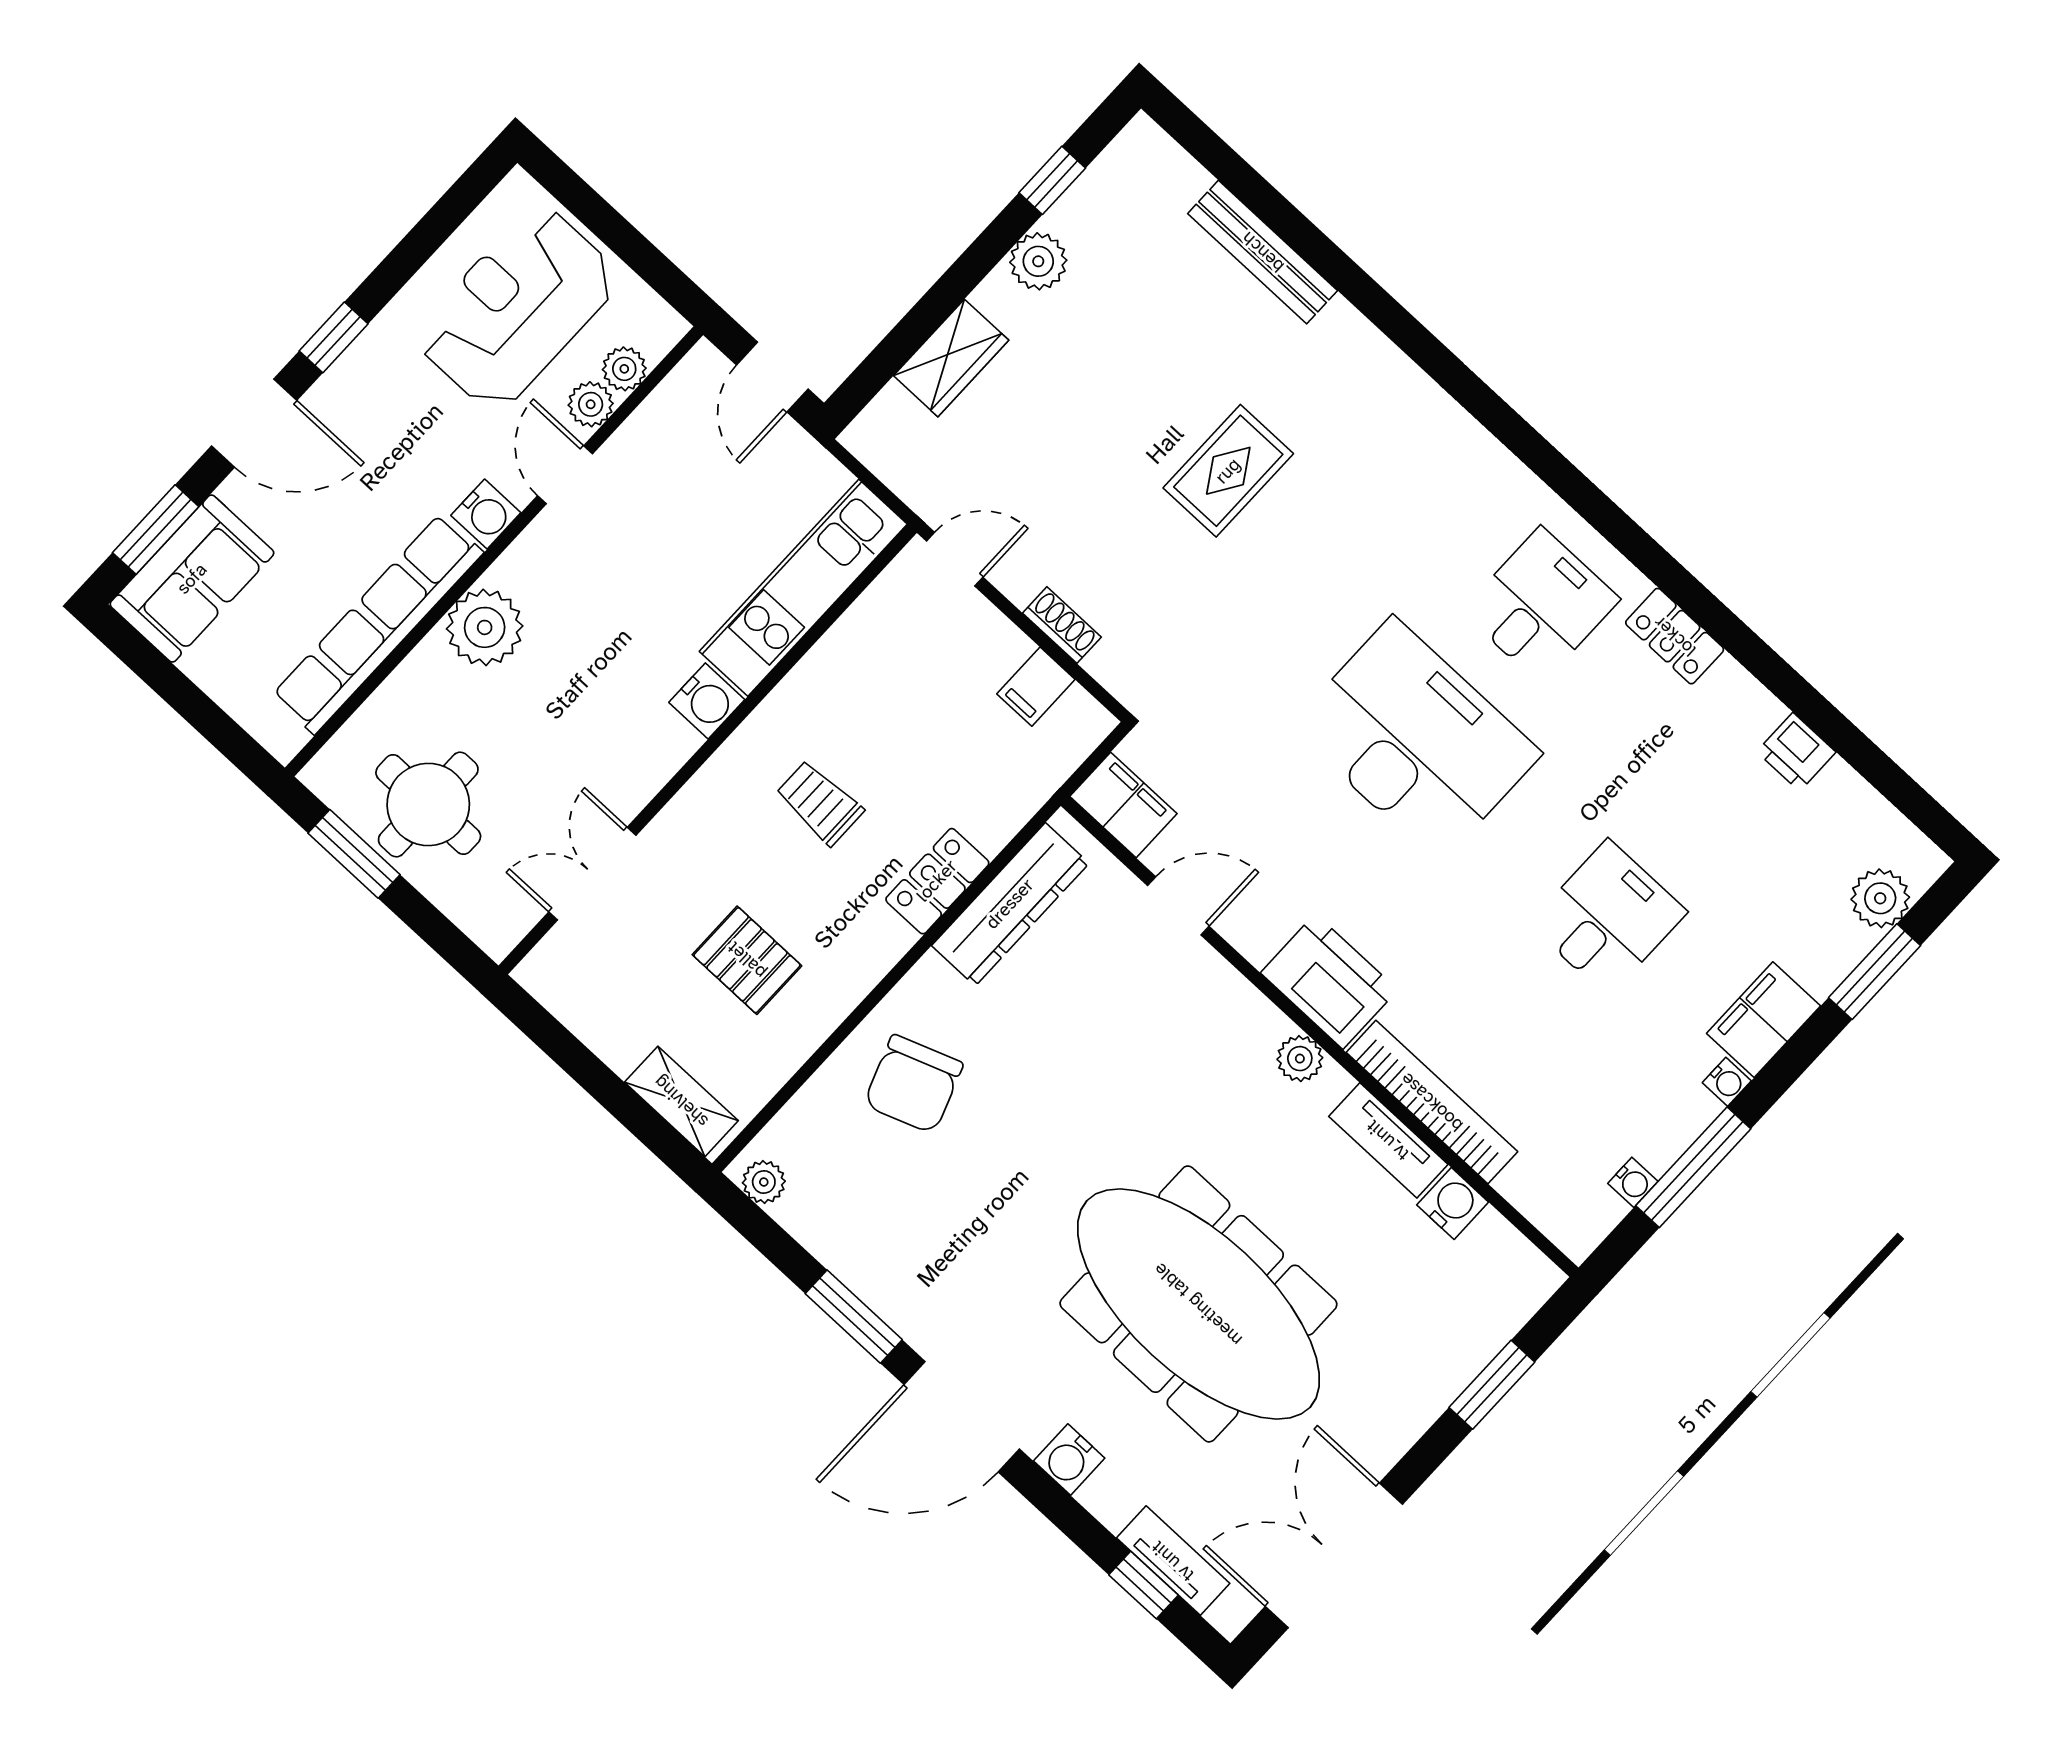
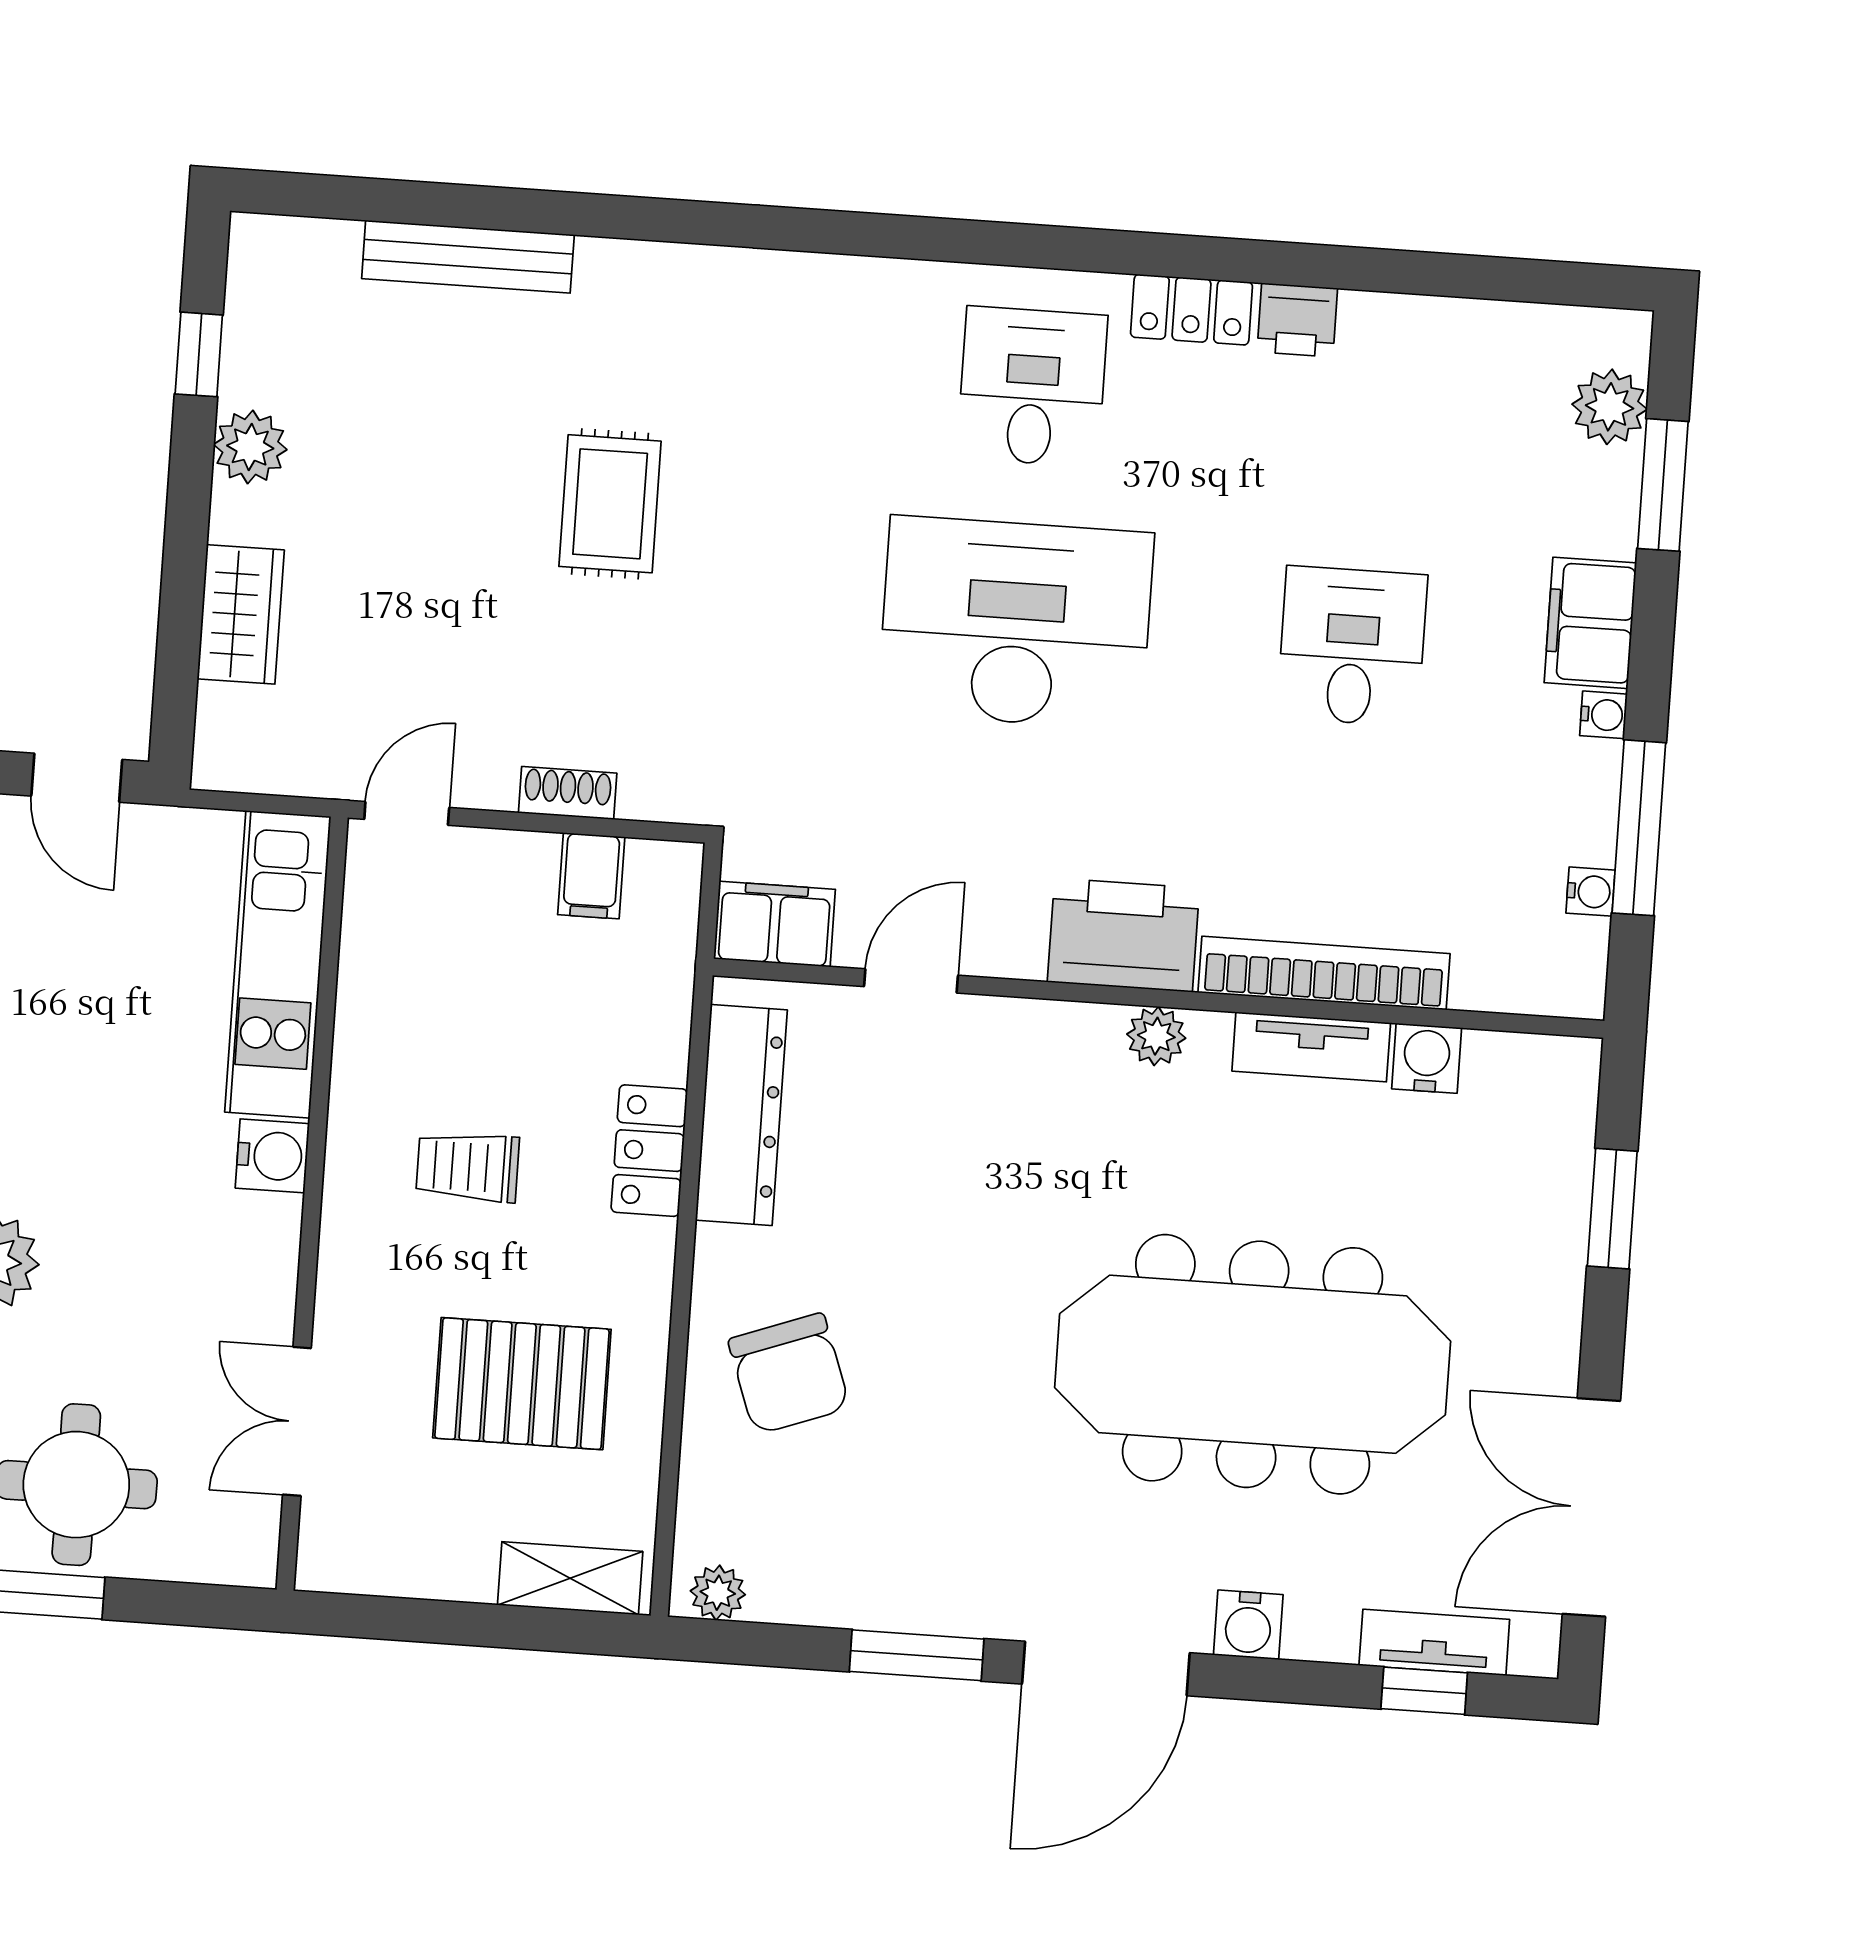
printer: (1796, 752) -> (1297, 320), moved
pallet: (747, 960) -> (522, 1384), width x1.50, depth x1.42

